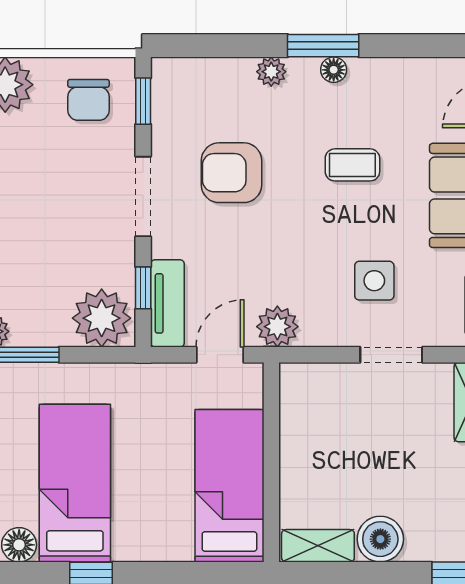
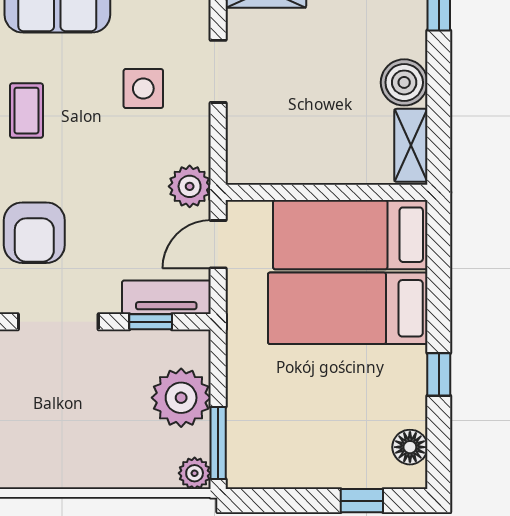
plant: (102, 318) -> (181, 398), moved
door: (220, 355) -> (218, 244), hinge flipped
bed: (75, 483) -> (348, 308), moved

